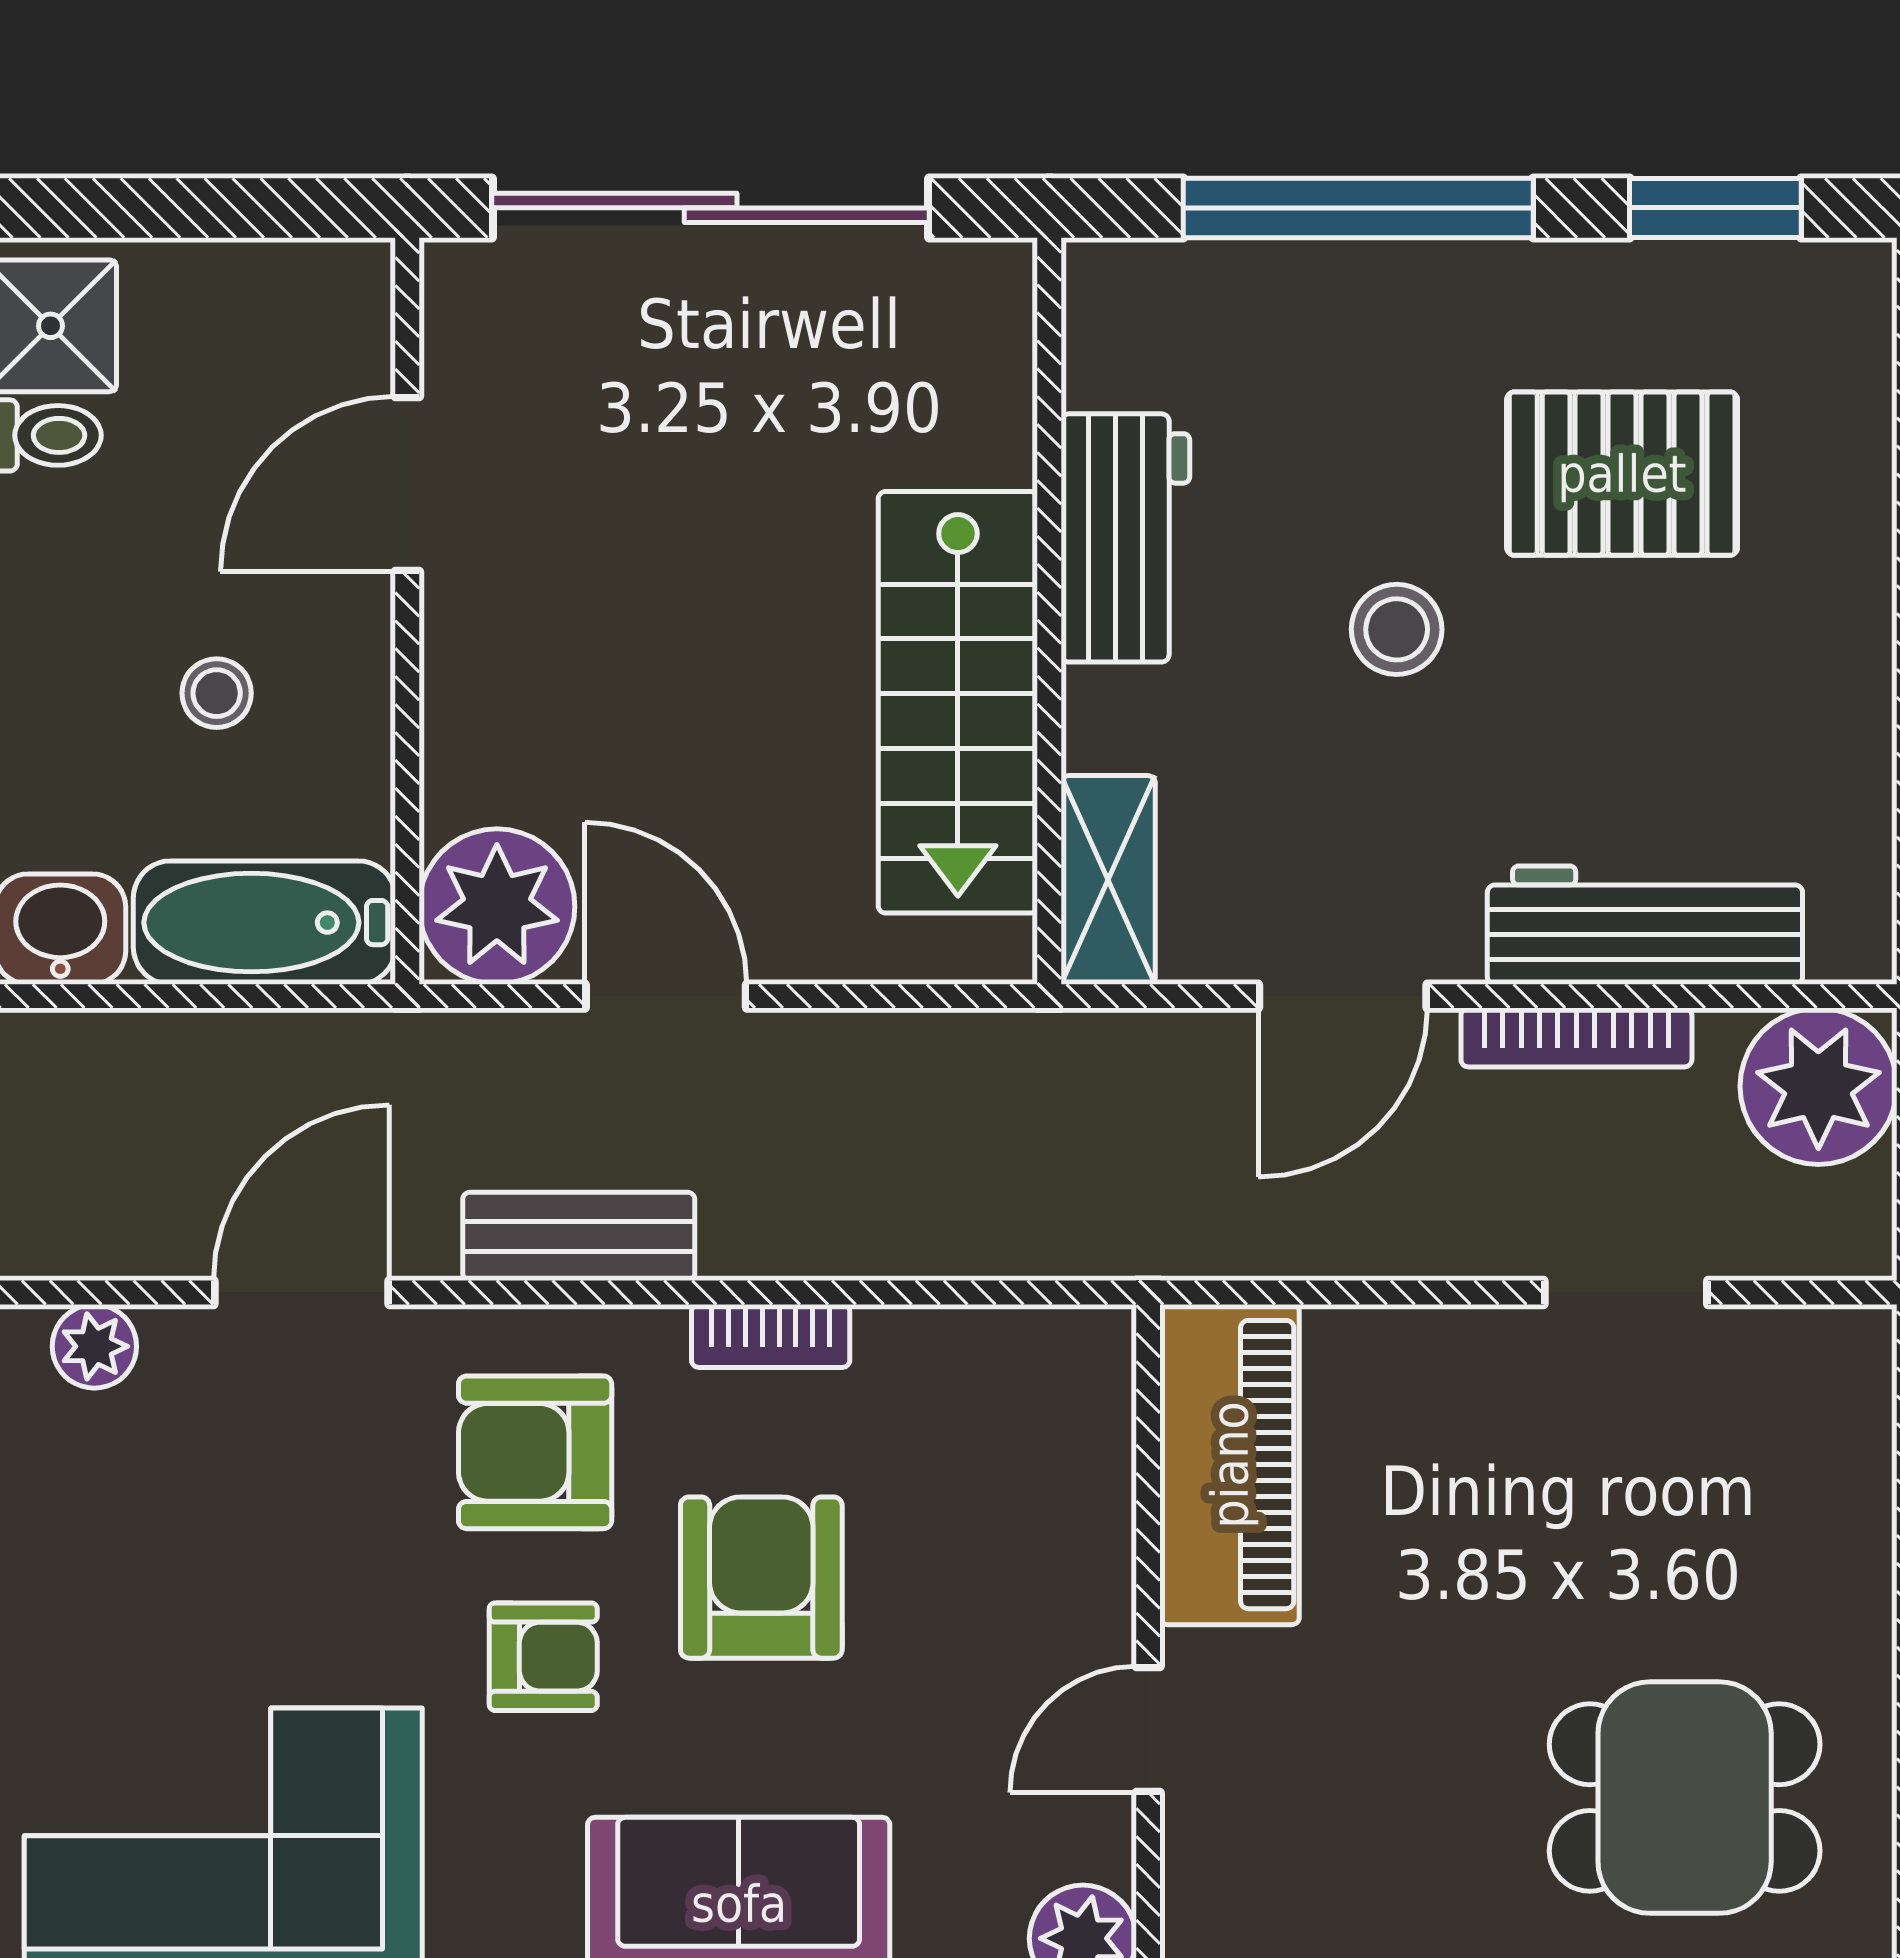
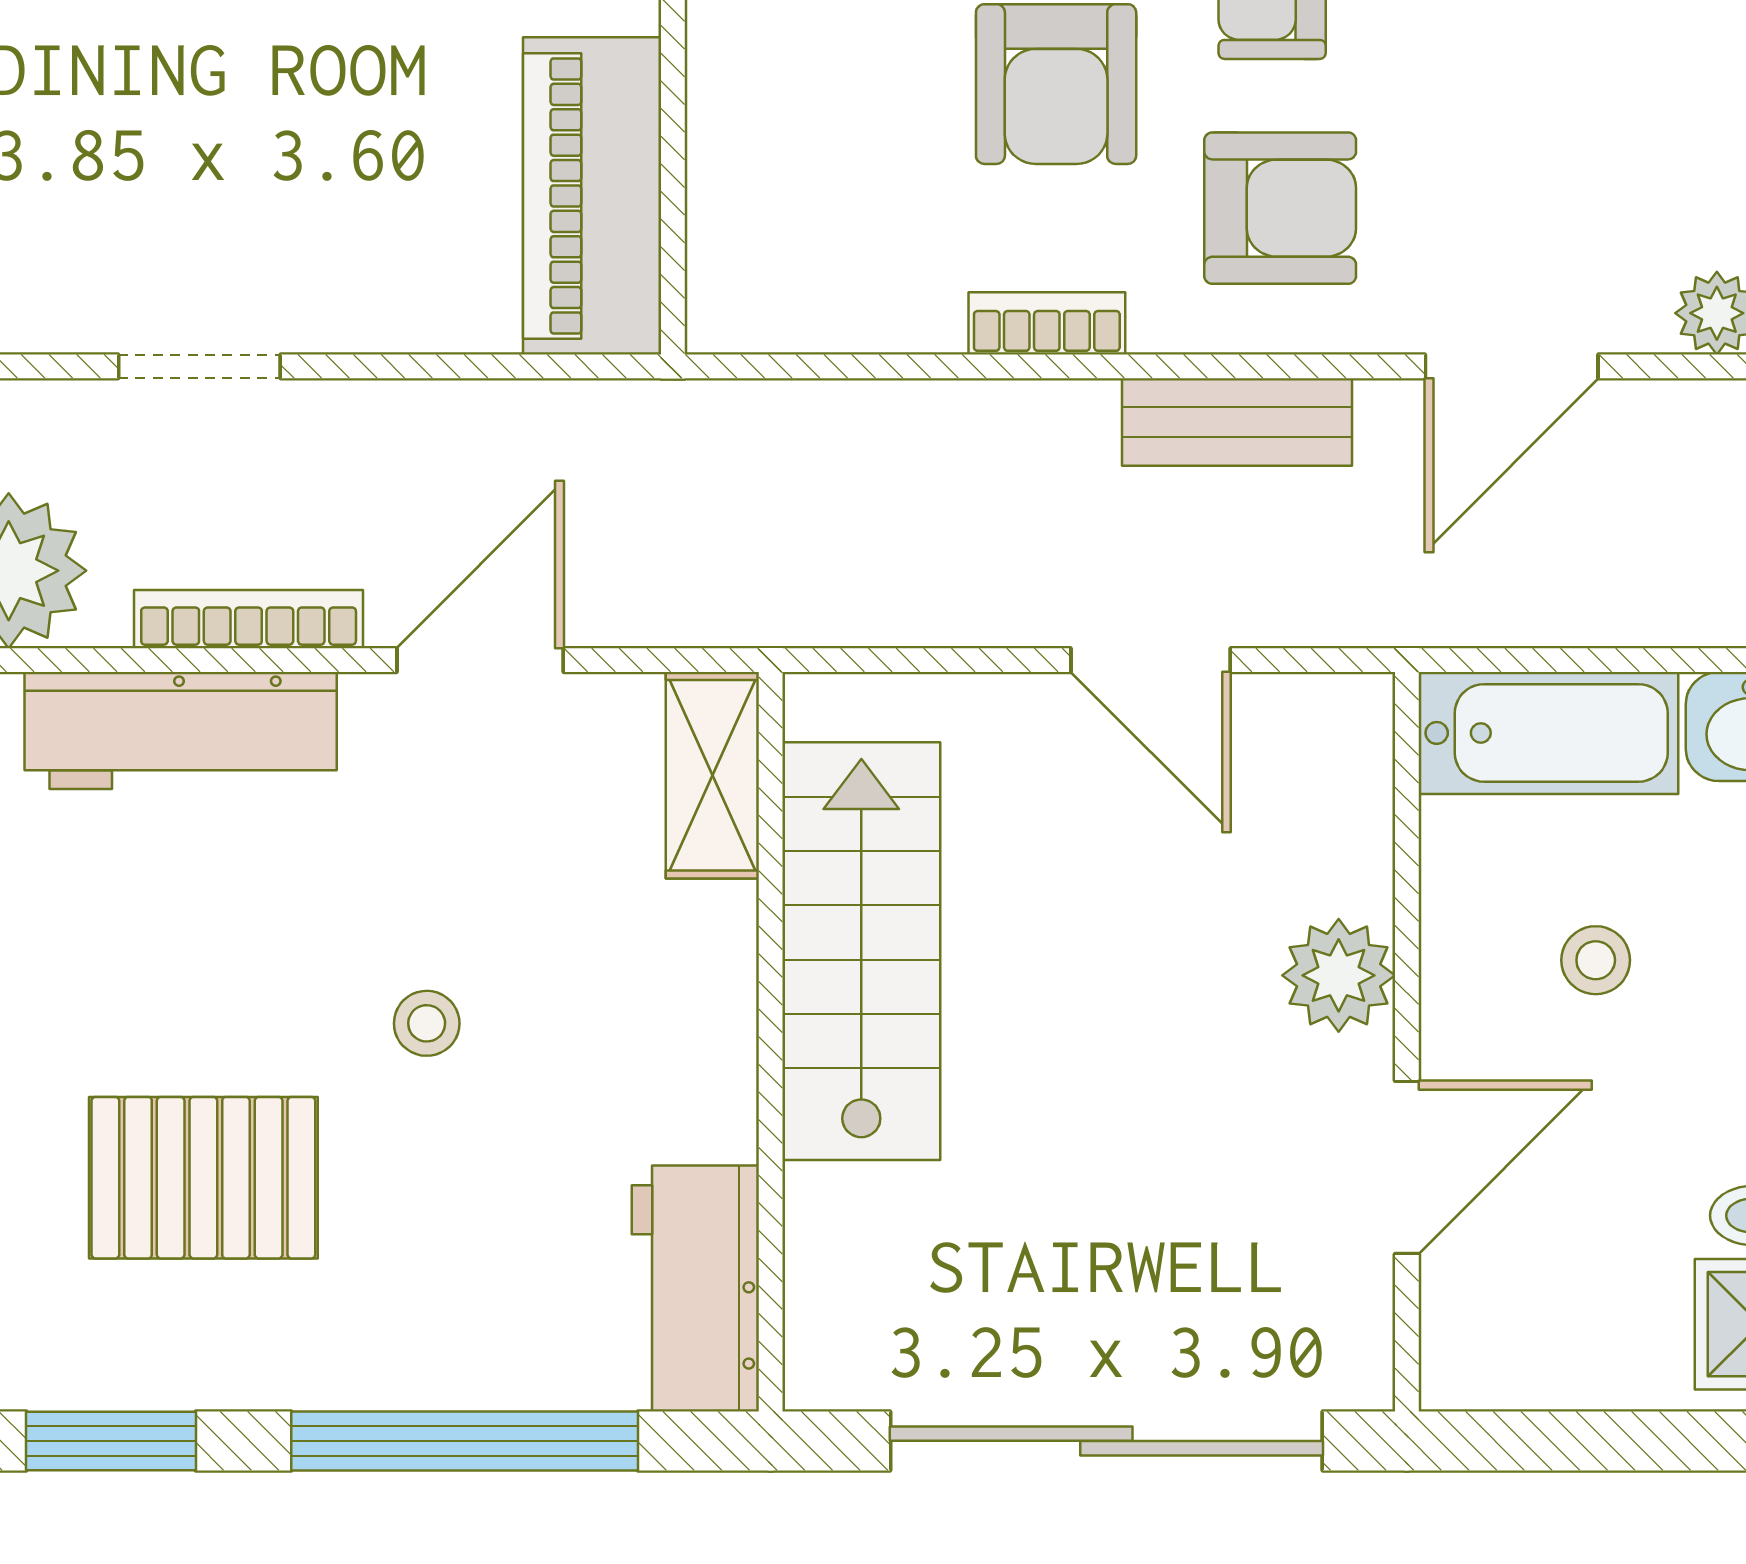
workbench: (1125, 538) -> (695, 1289), moved
stool: (1397, 629) -> (427, 1023), width x0.73, depth x0.73
plant: (497, 907) -> (1339, 975), moved, width x0.73, depth x0.73

